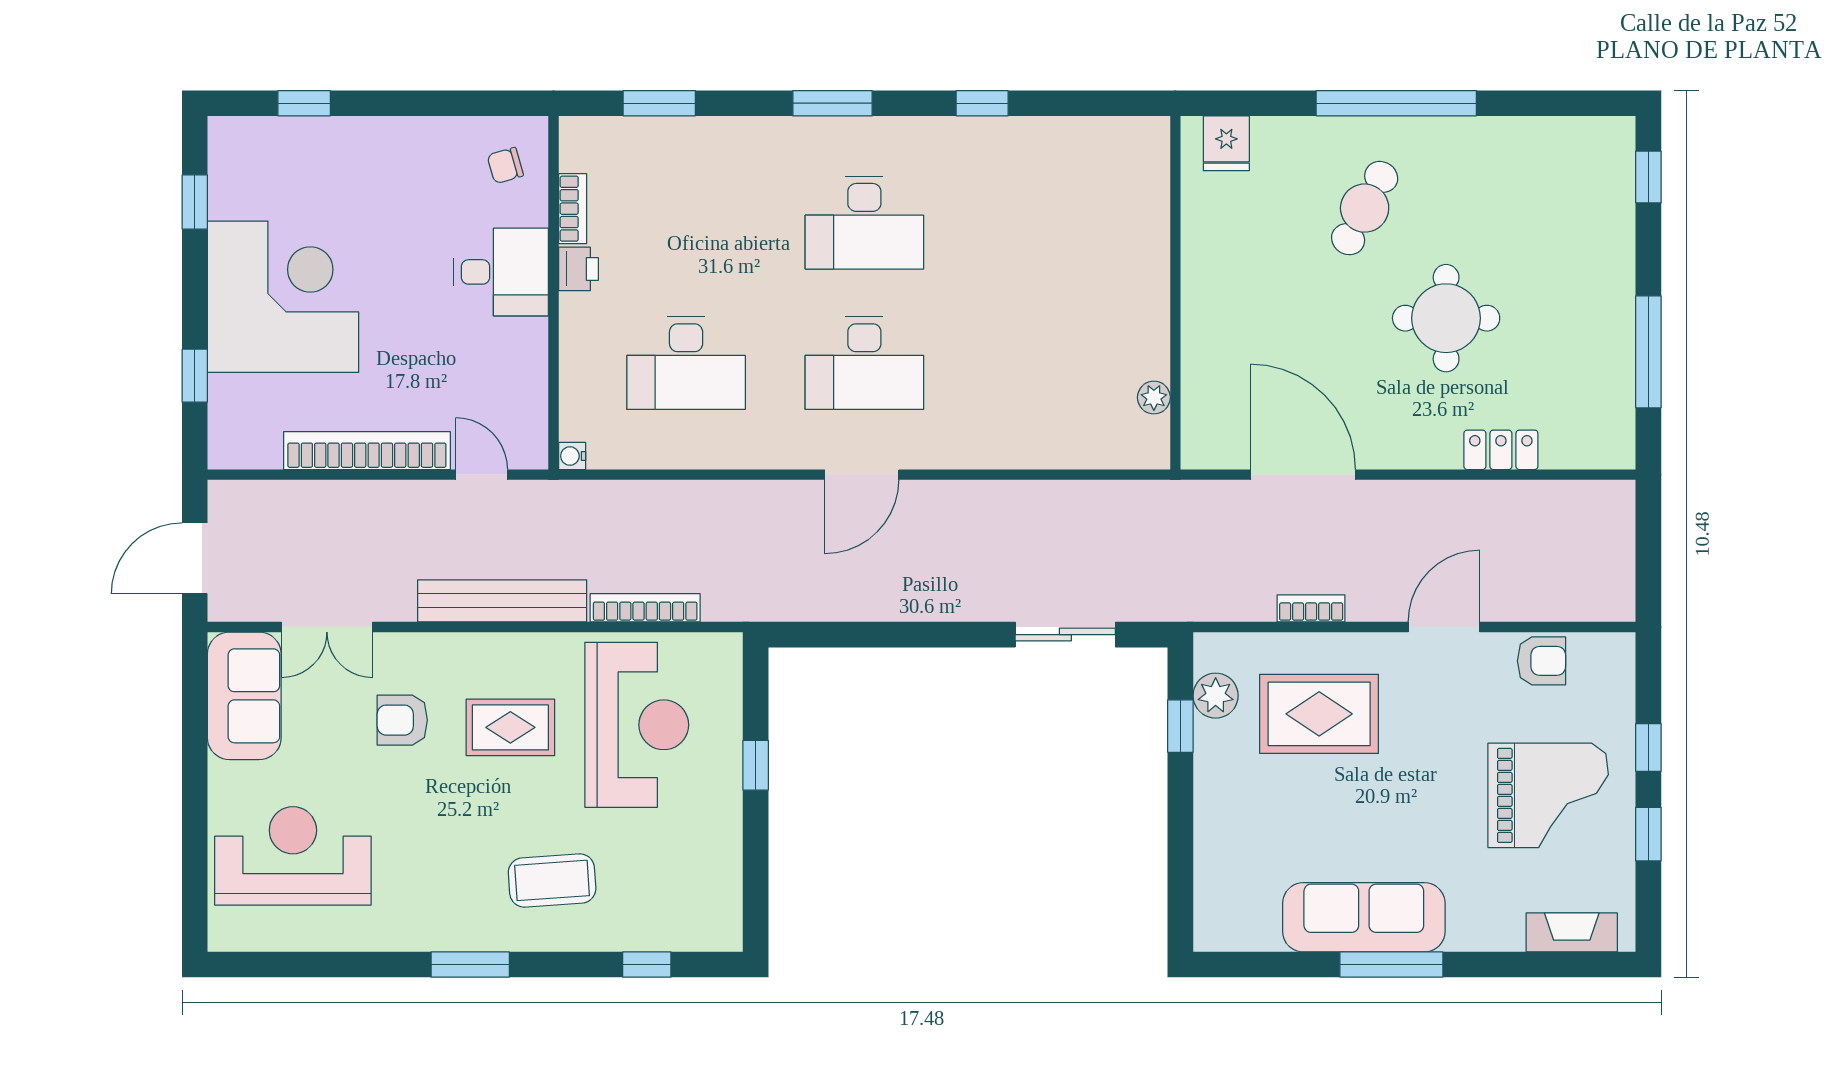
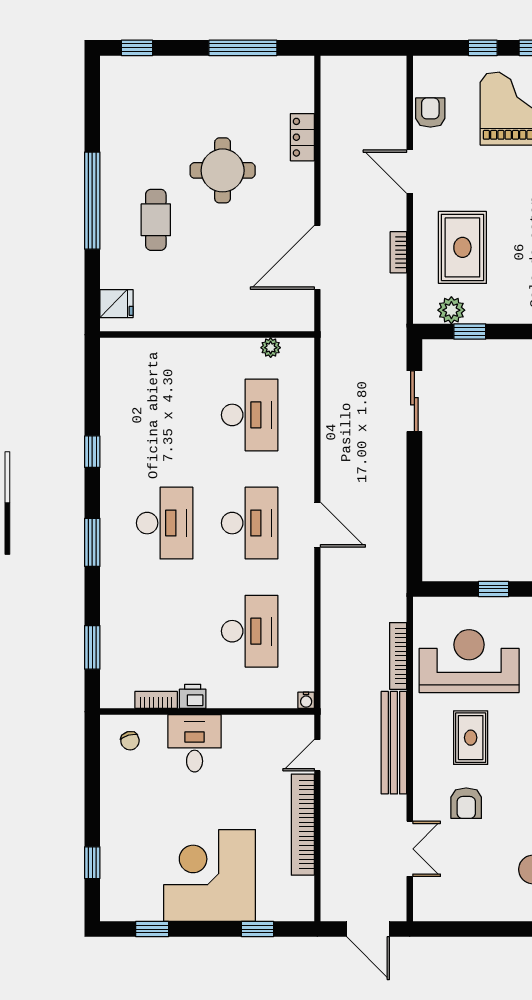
cafe table: (1365, 208) -> (156, 220), turned 62
desk: (1043, 363) -> (250, 415), added
sofa: (244, 696) -> (451, 899), removed

